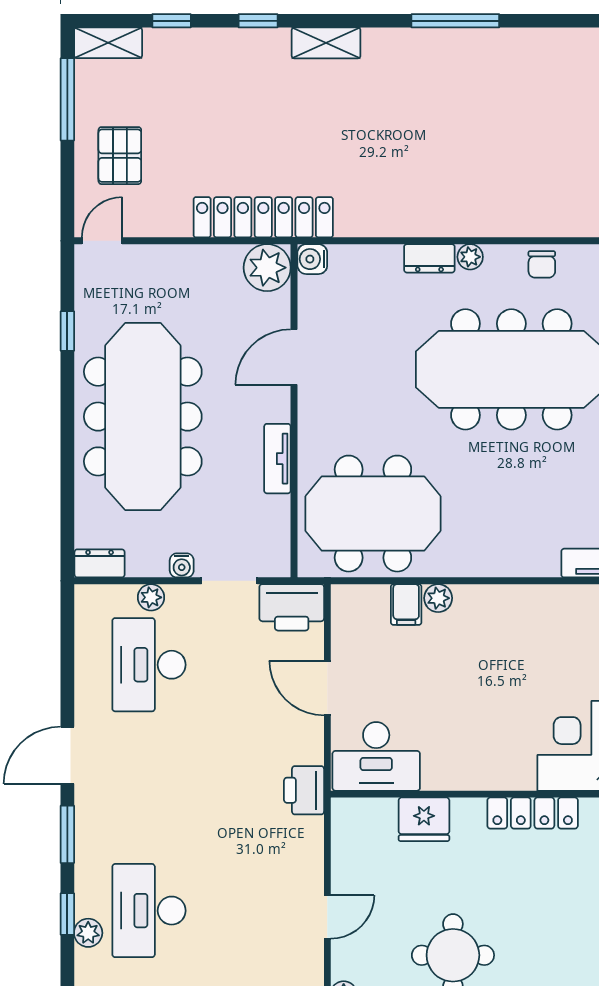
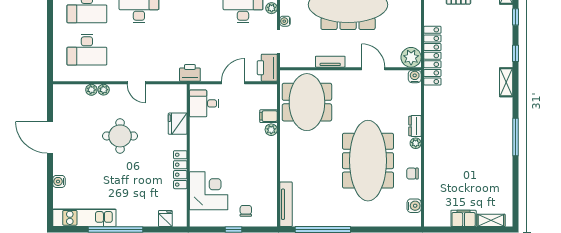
desk: (376, 756) -> (204, 103), width x0.73

